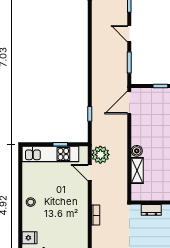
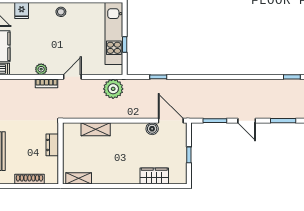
door: (129, 34) -> (247, 121), swing flipped
boiler: (137, 151) -> (152, 129), moved
door: (90, 173) -> (72, 77), moved
plant: (83, 220) -> (41, 69), added

